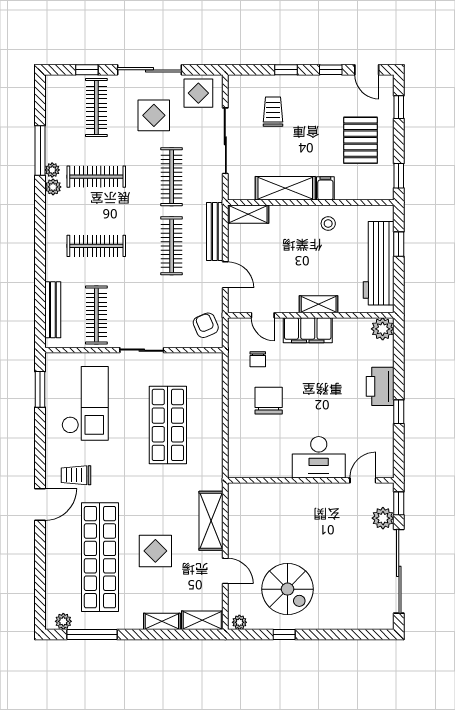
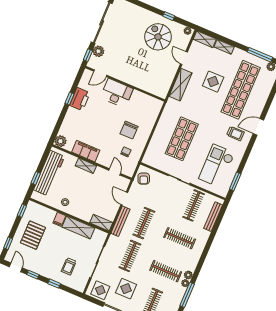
filing cabinet: (308, 330) -> (86, 151), moved
printer: (380, 386) -> (80, 99), moved

